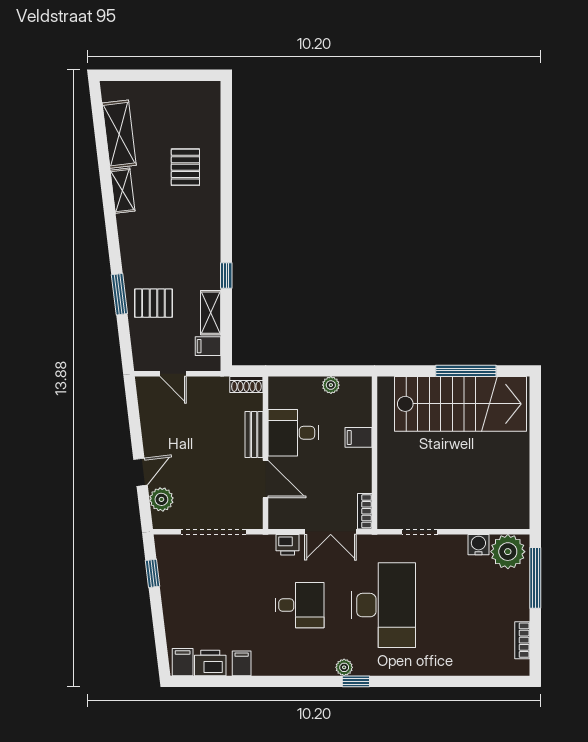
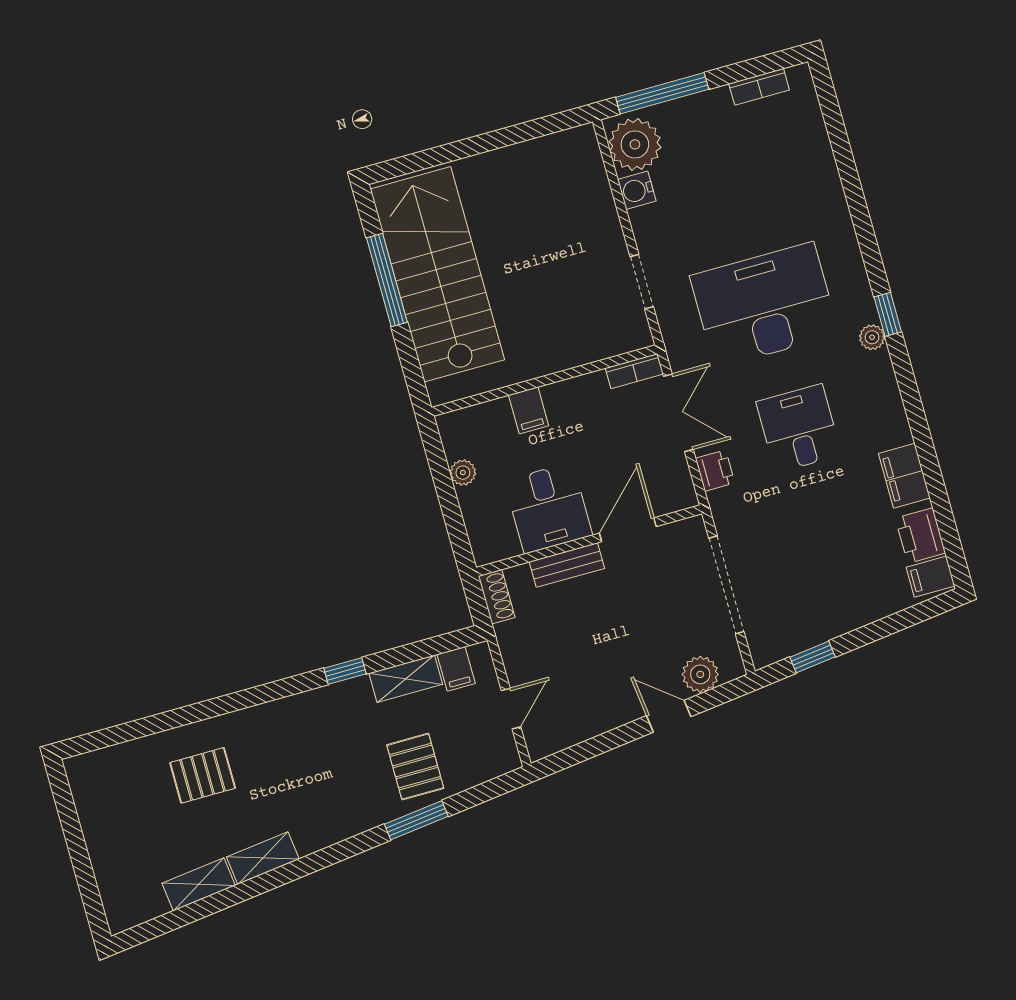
shelving: (119, 134) -> (199, 884), width x0.67, depth x0.75
filing cabinet: (242, 663) -> (904, 476), width x2.00

